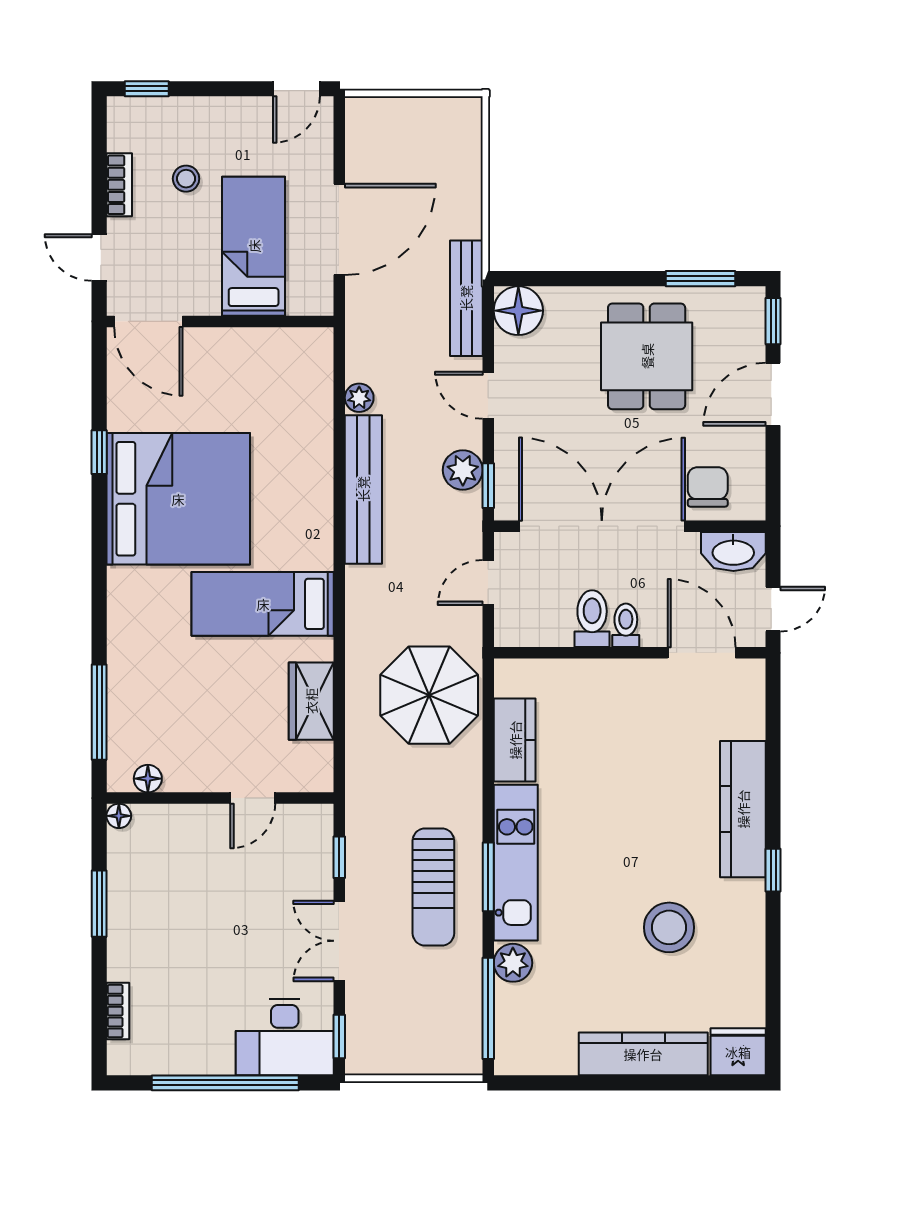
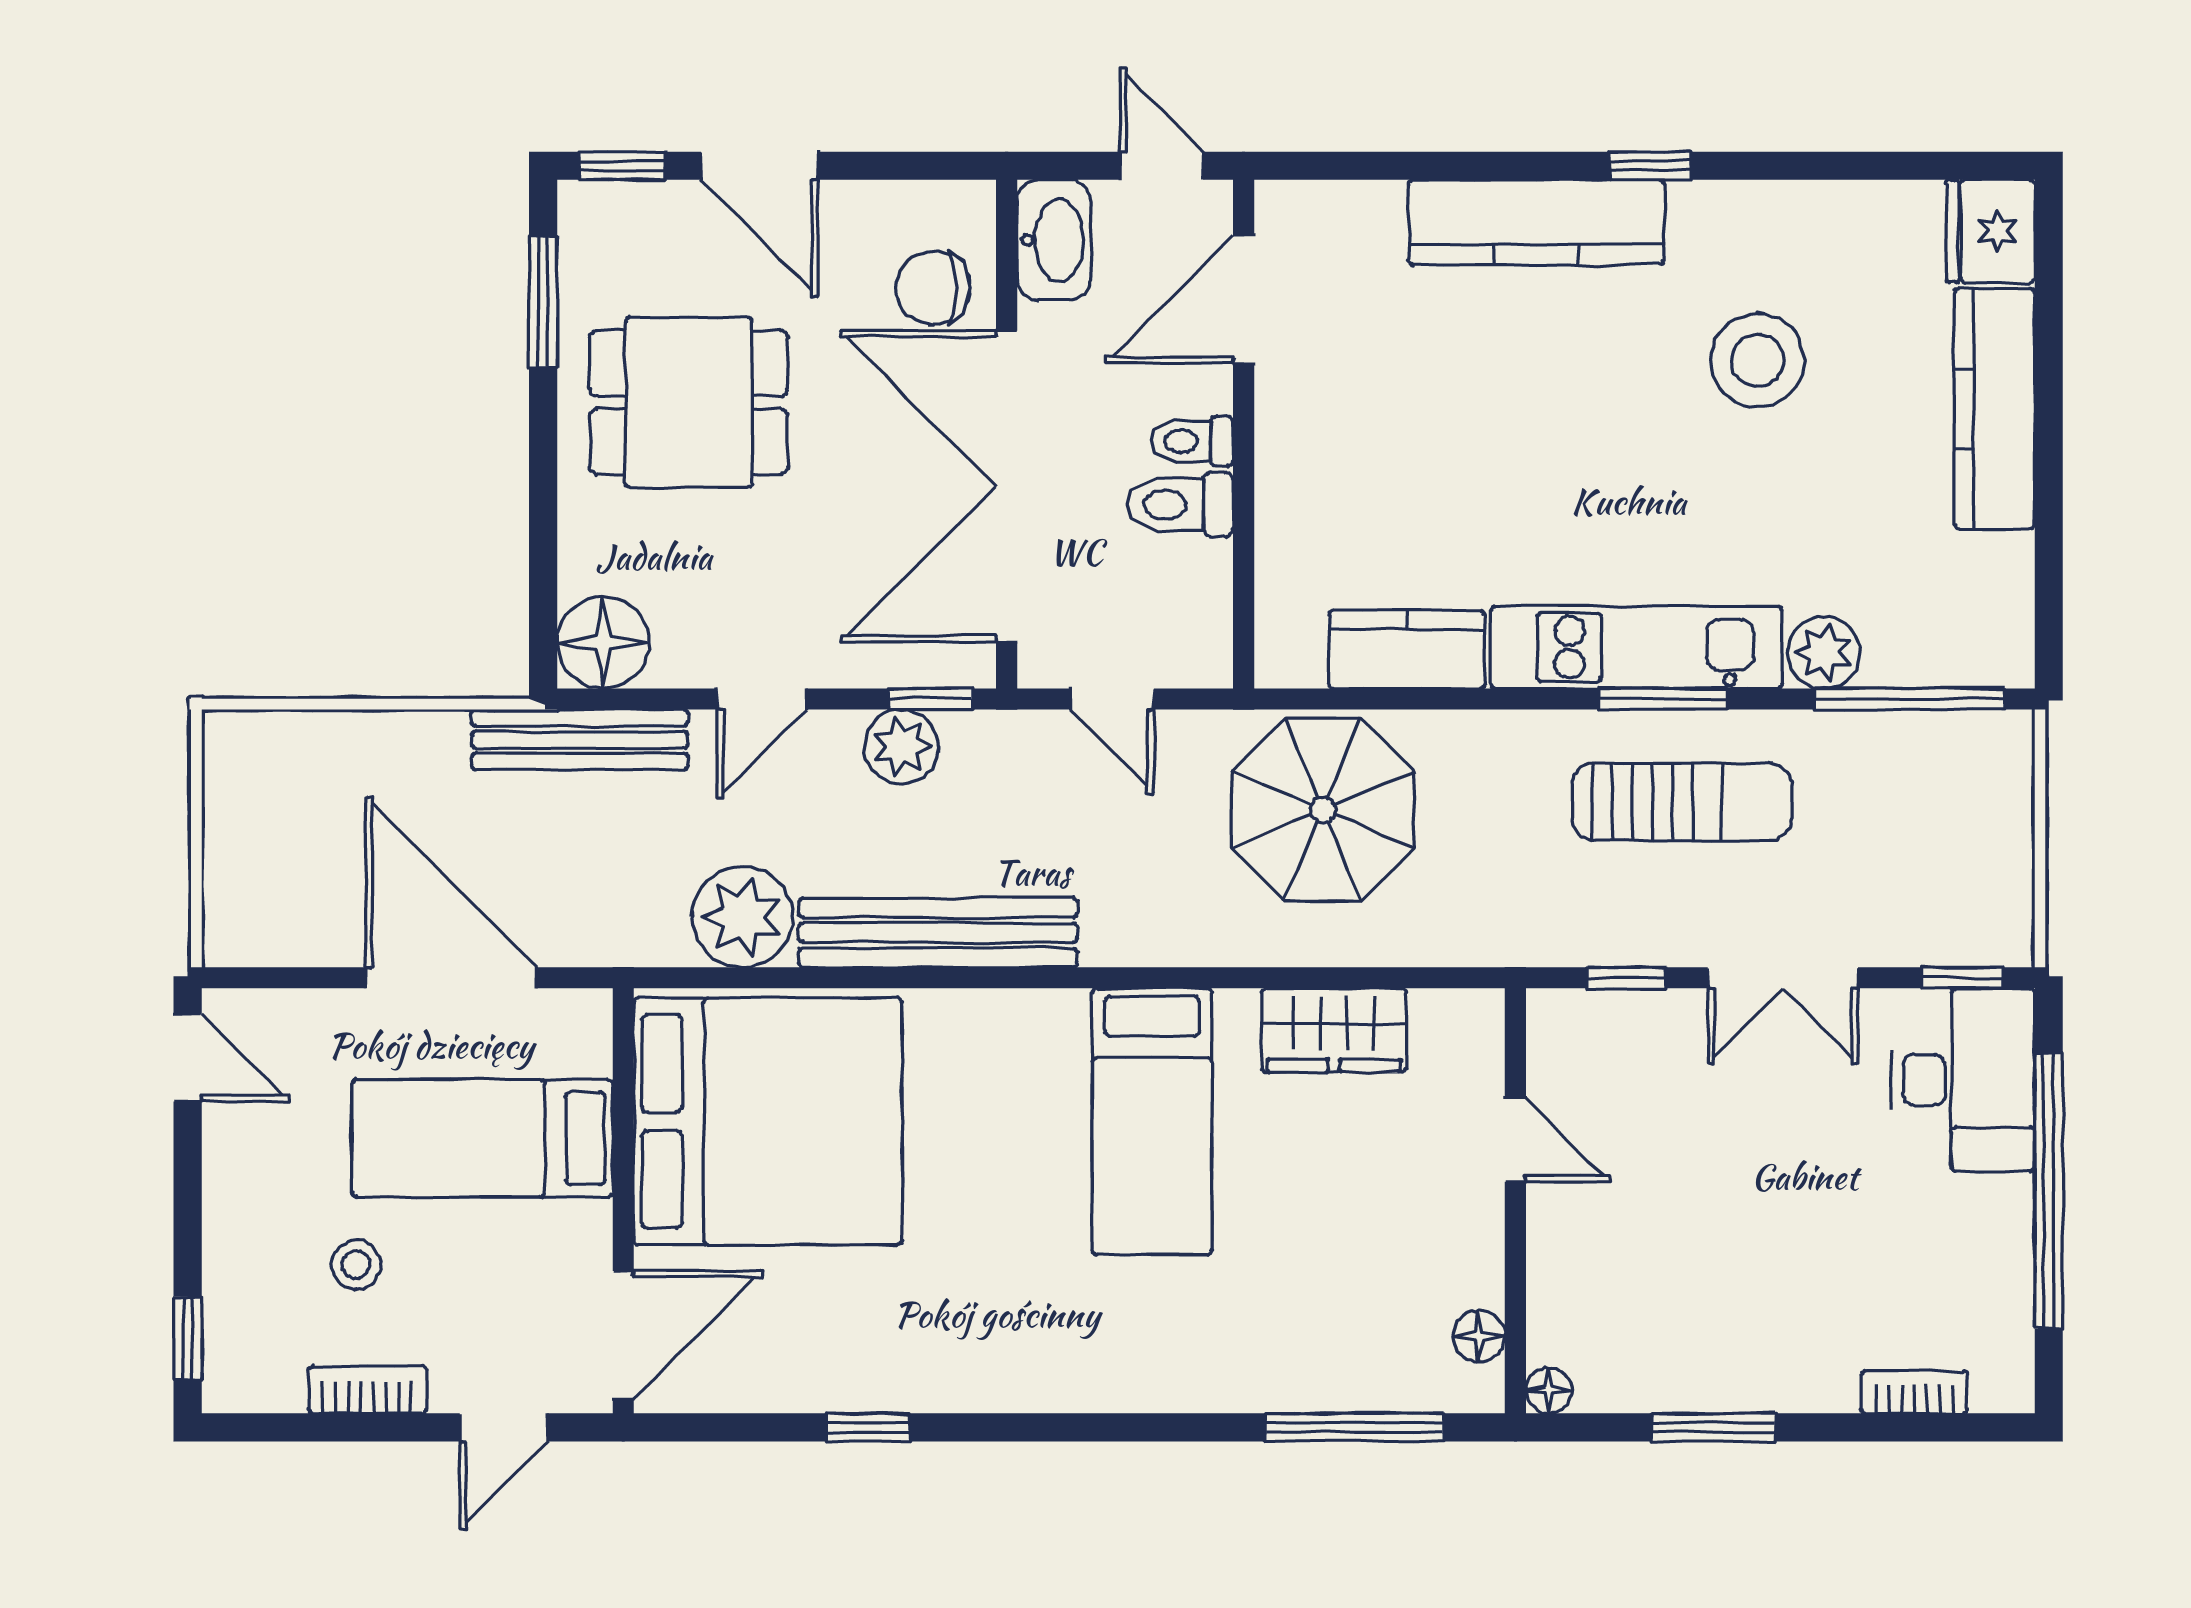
plant: (359, 398) -> (743, 917), width x1.87, depth x1.87
bed: (178, 499) -> (768, 1121), moved, turned 90

